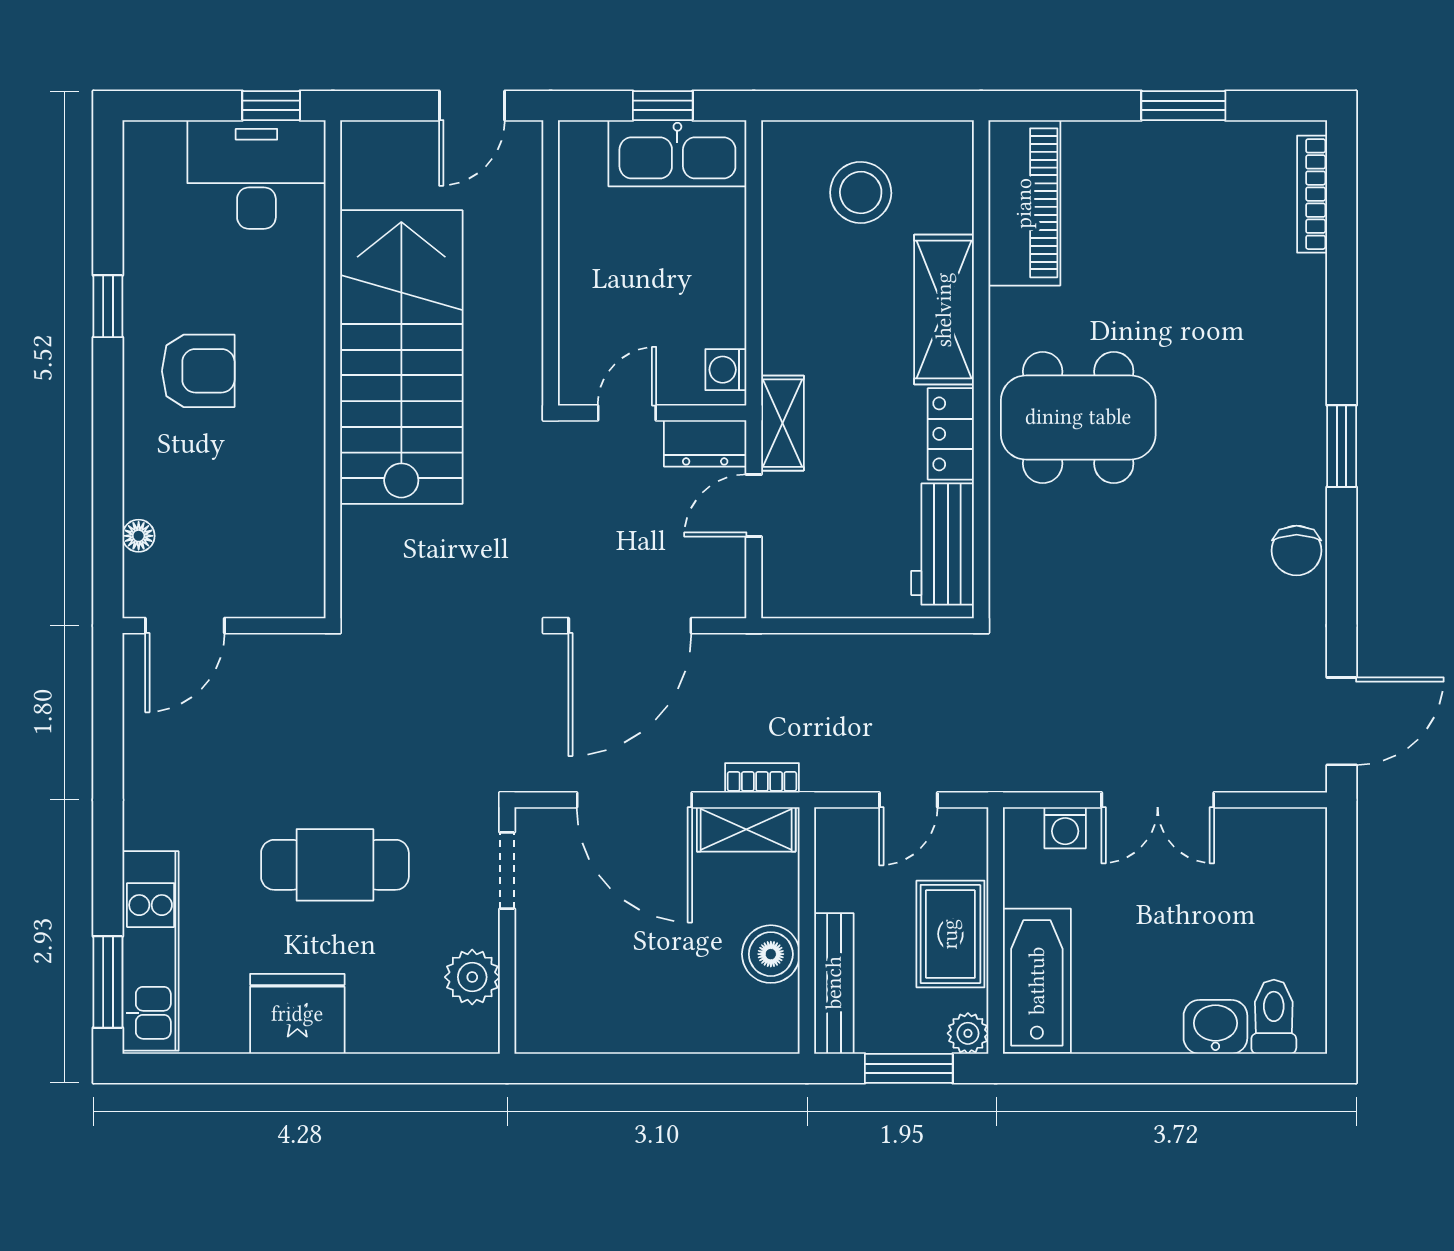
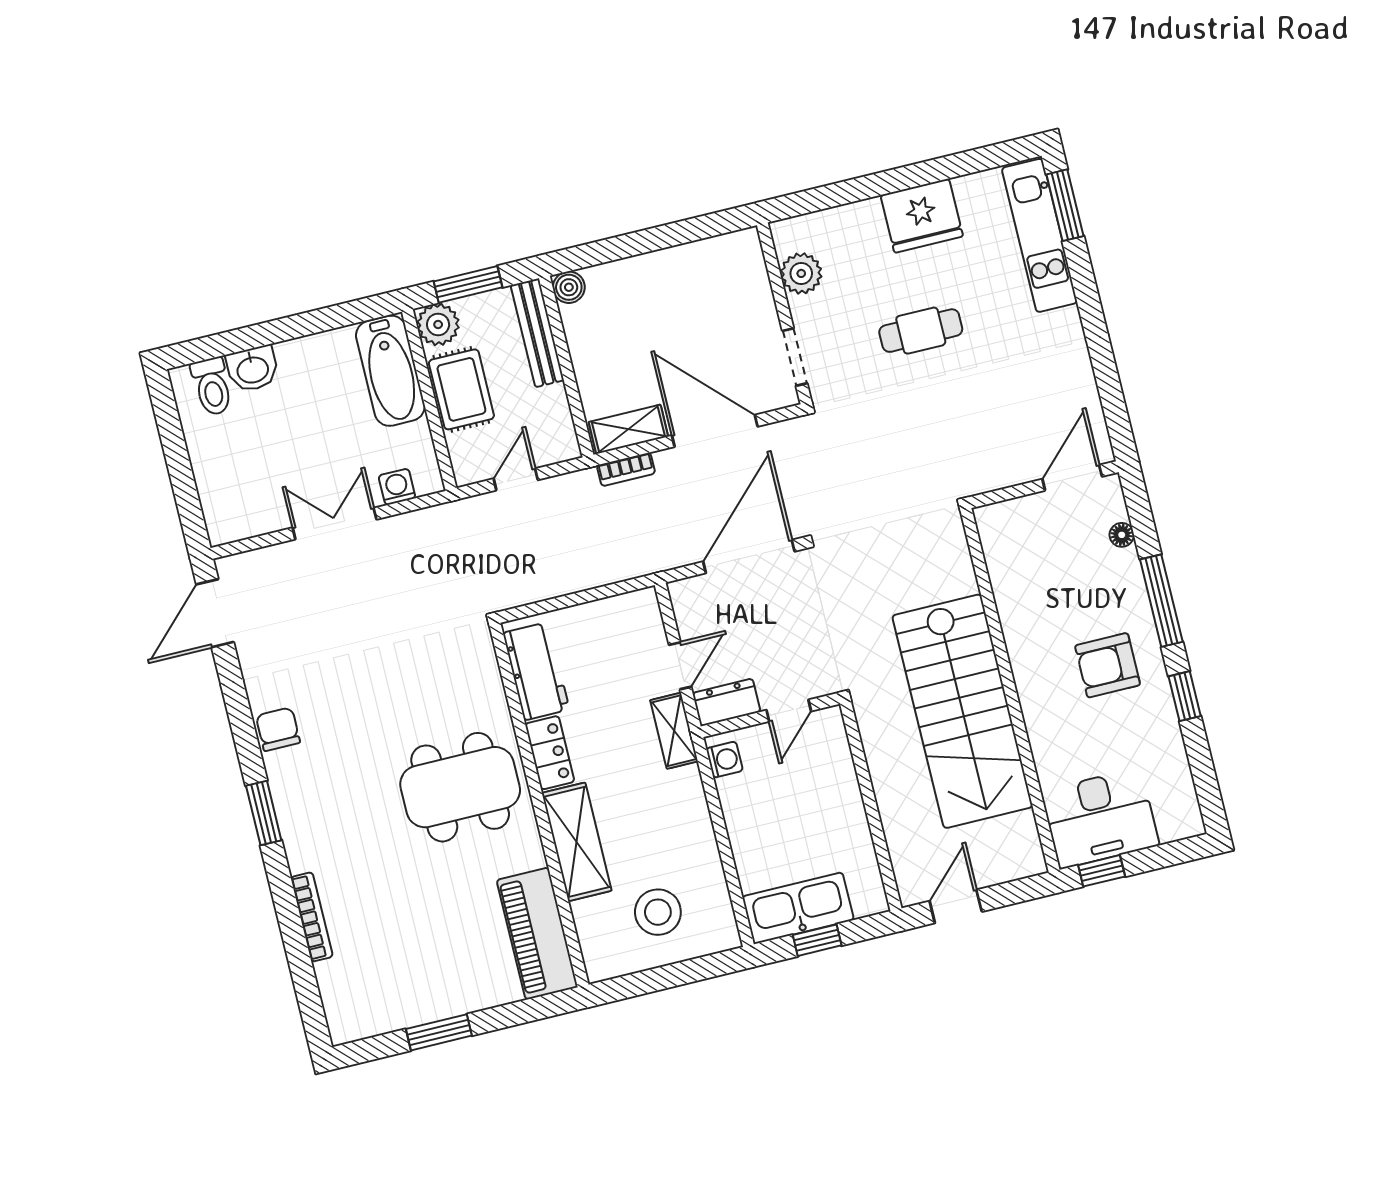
bookcase: (1312, 194) -> (312, 917), moved
window: (108, 438) -> (1161, 601), added
cafe table: (335, 865) -> (921, 331), width x0.73, depth x0.74
boiler: (771, 954) -> (569, 287), moved, width x0.73, depth x0.73
plant: (968, 1033) -> (438, 324), width x1.38, depth x1.38

